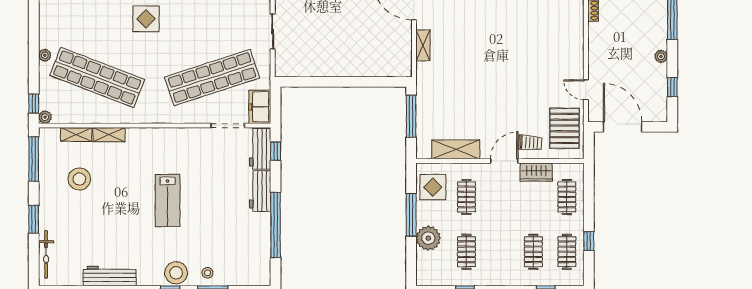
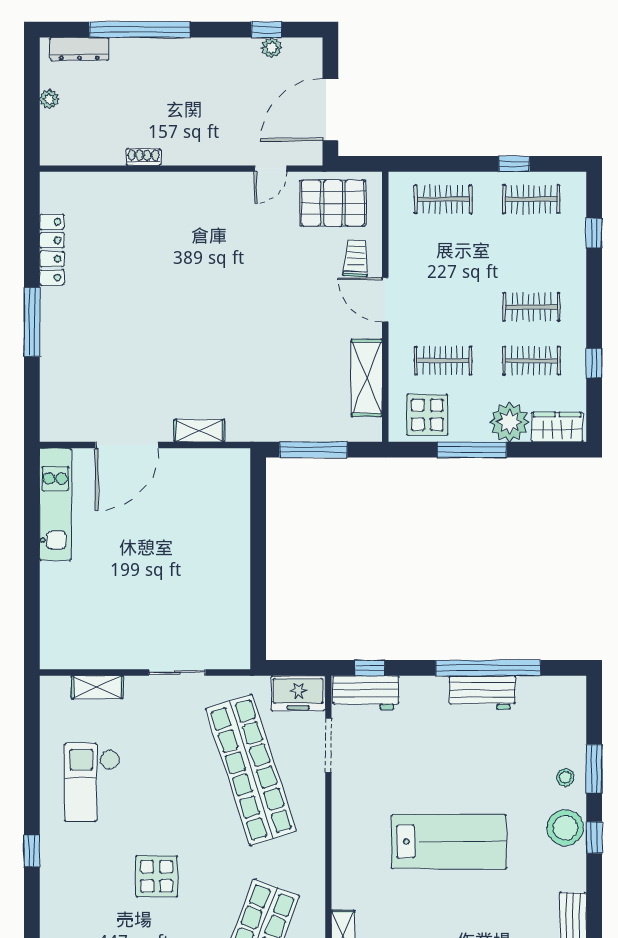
plant: (661, 56) -> (271, 48), moved
wardrobe: (536, 172) -> (557, 427), moved, turned -90
workbench: (260, 191) -> (482, 693), moved
lab bench: (168, 200) -> (449, 842), width x1.36, depth x1.39
clothes rail: (533, 252) -> (531, 307), moved

